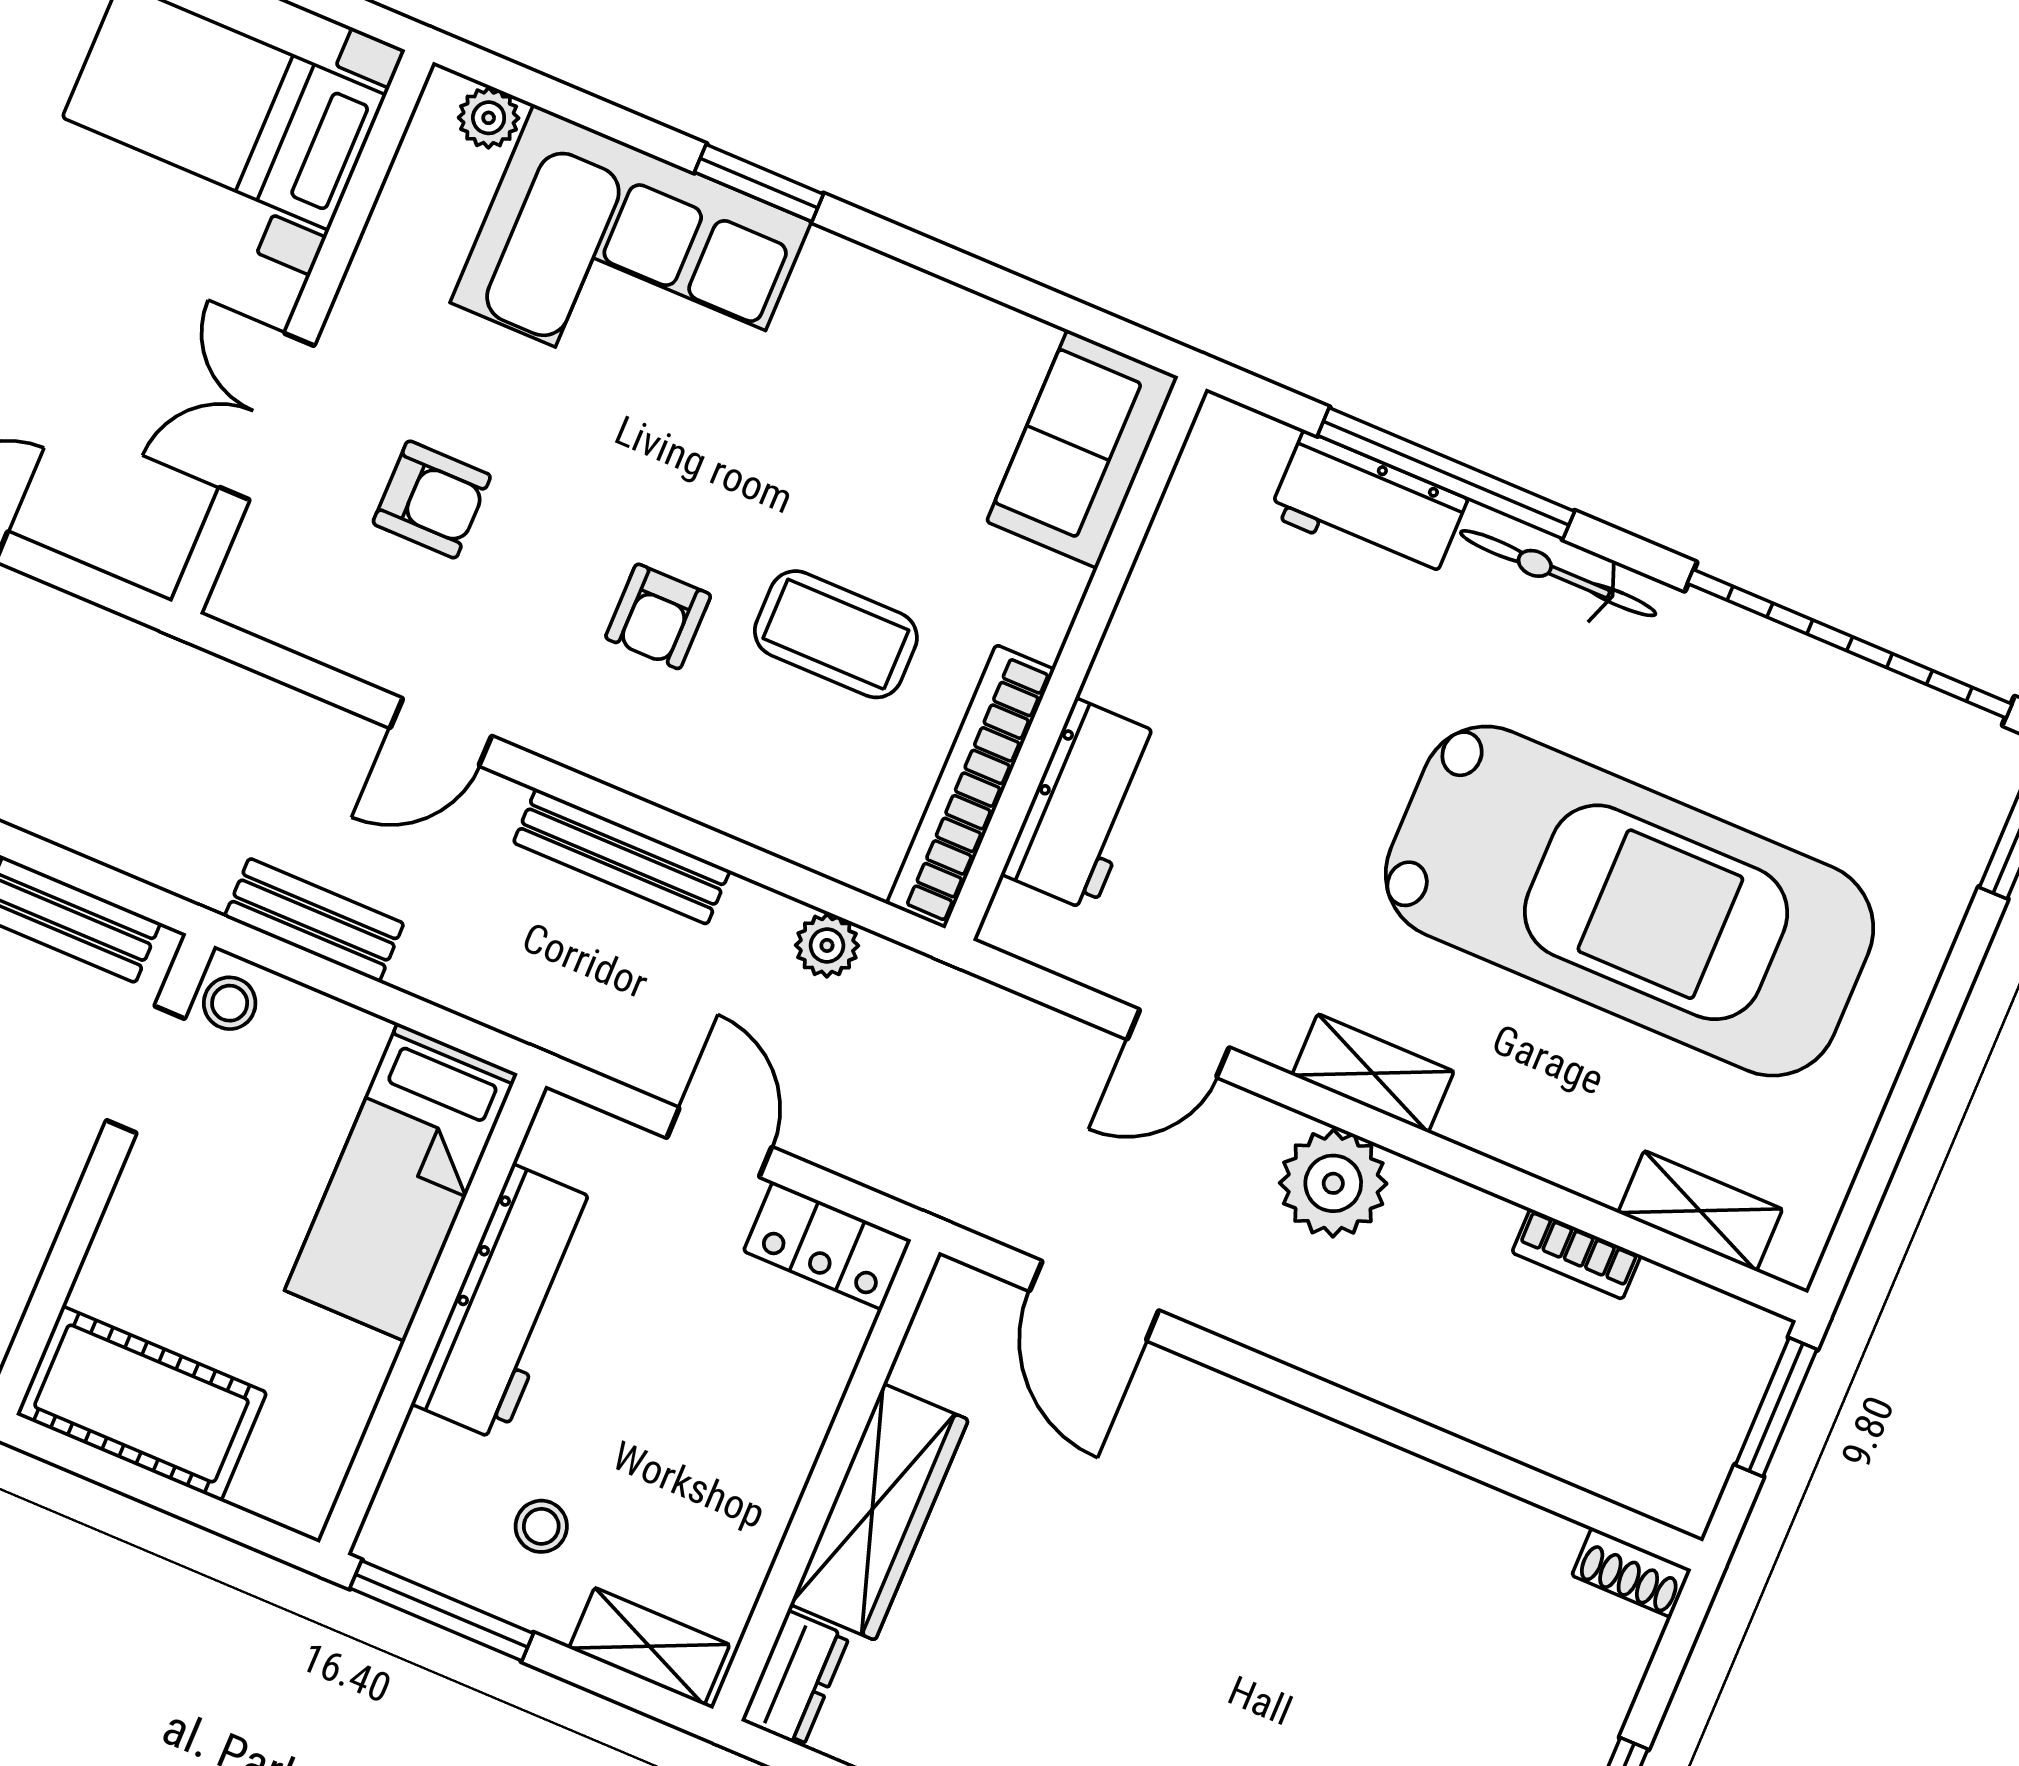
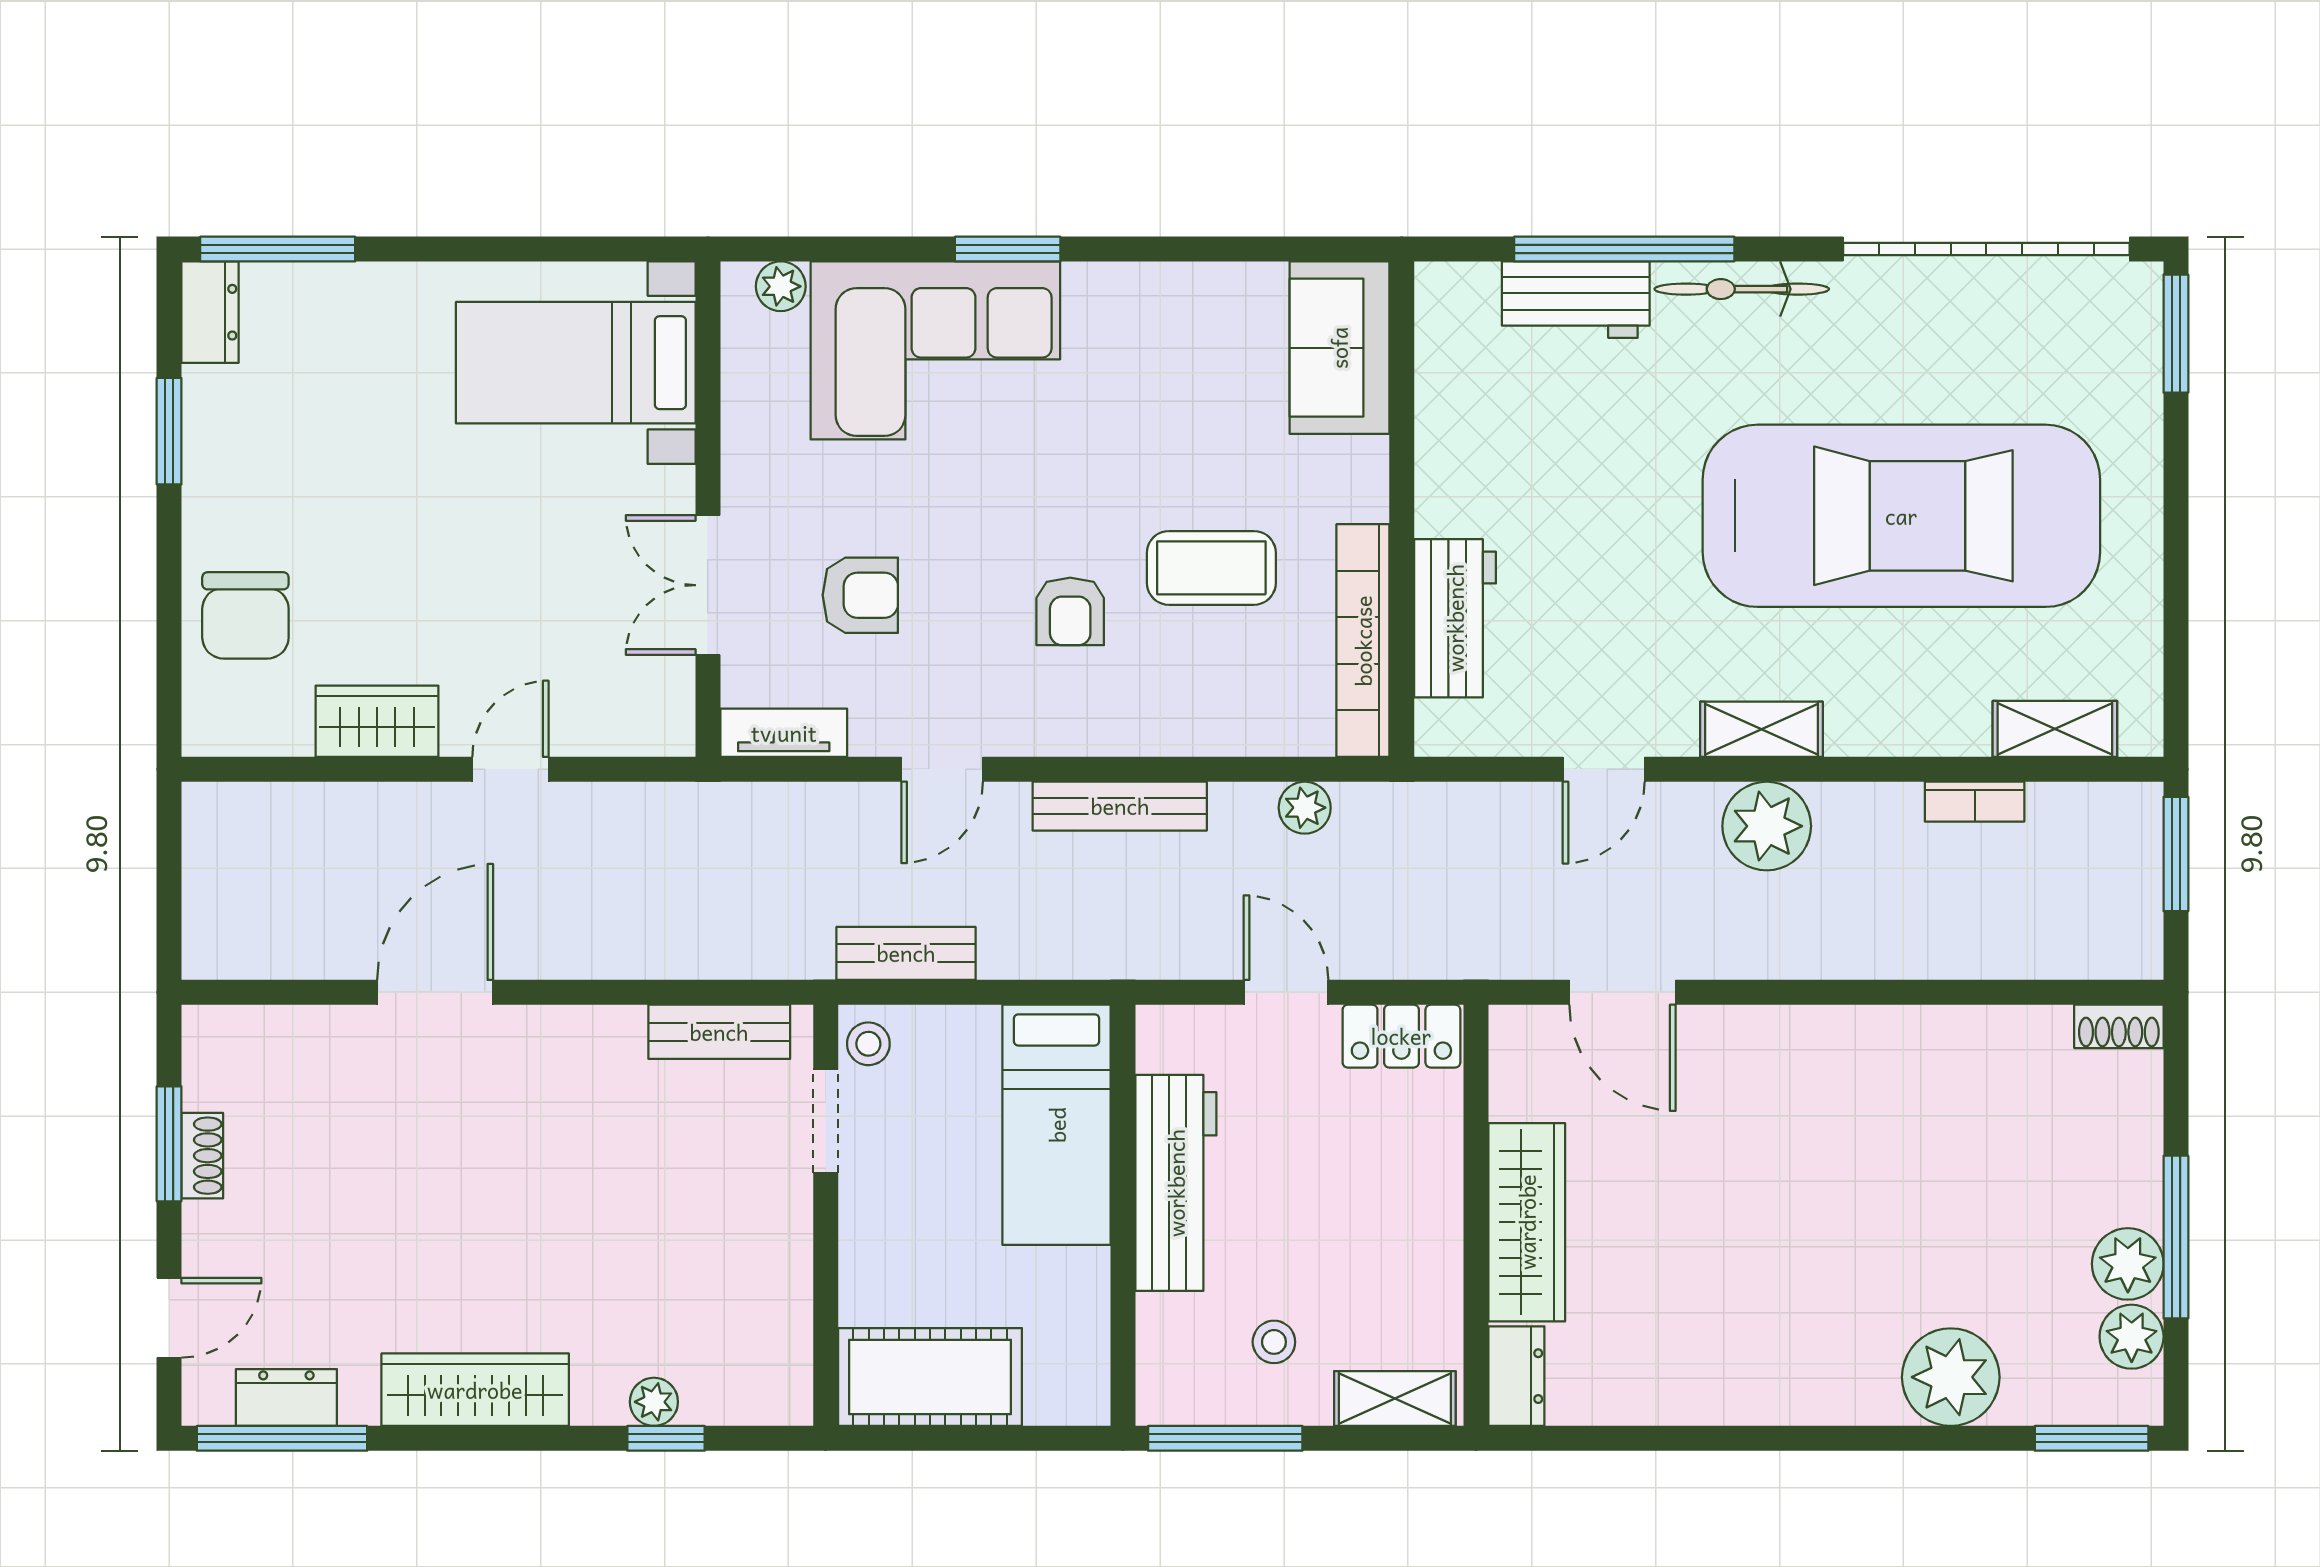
tv unit: (282, 617) -> (784, 733), added

